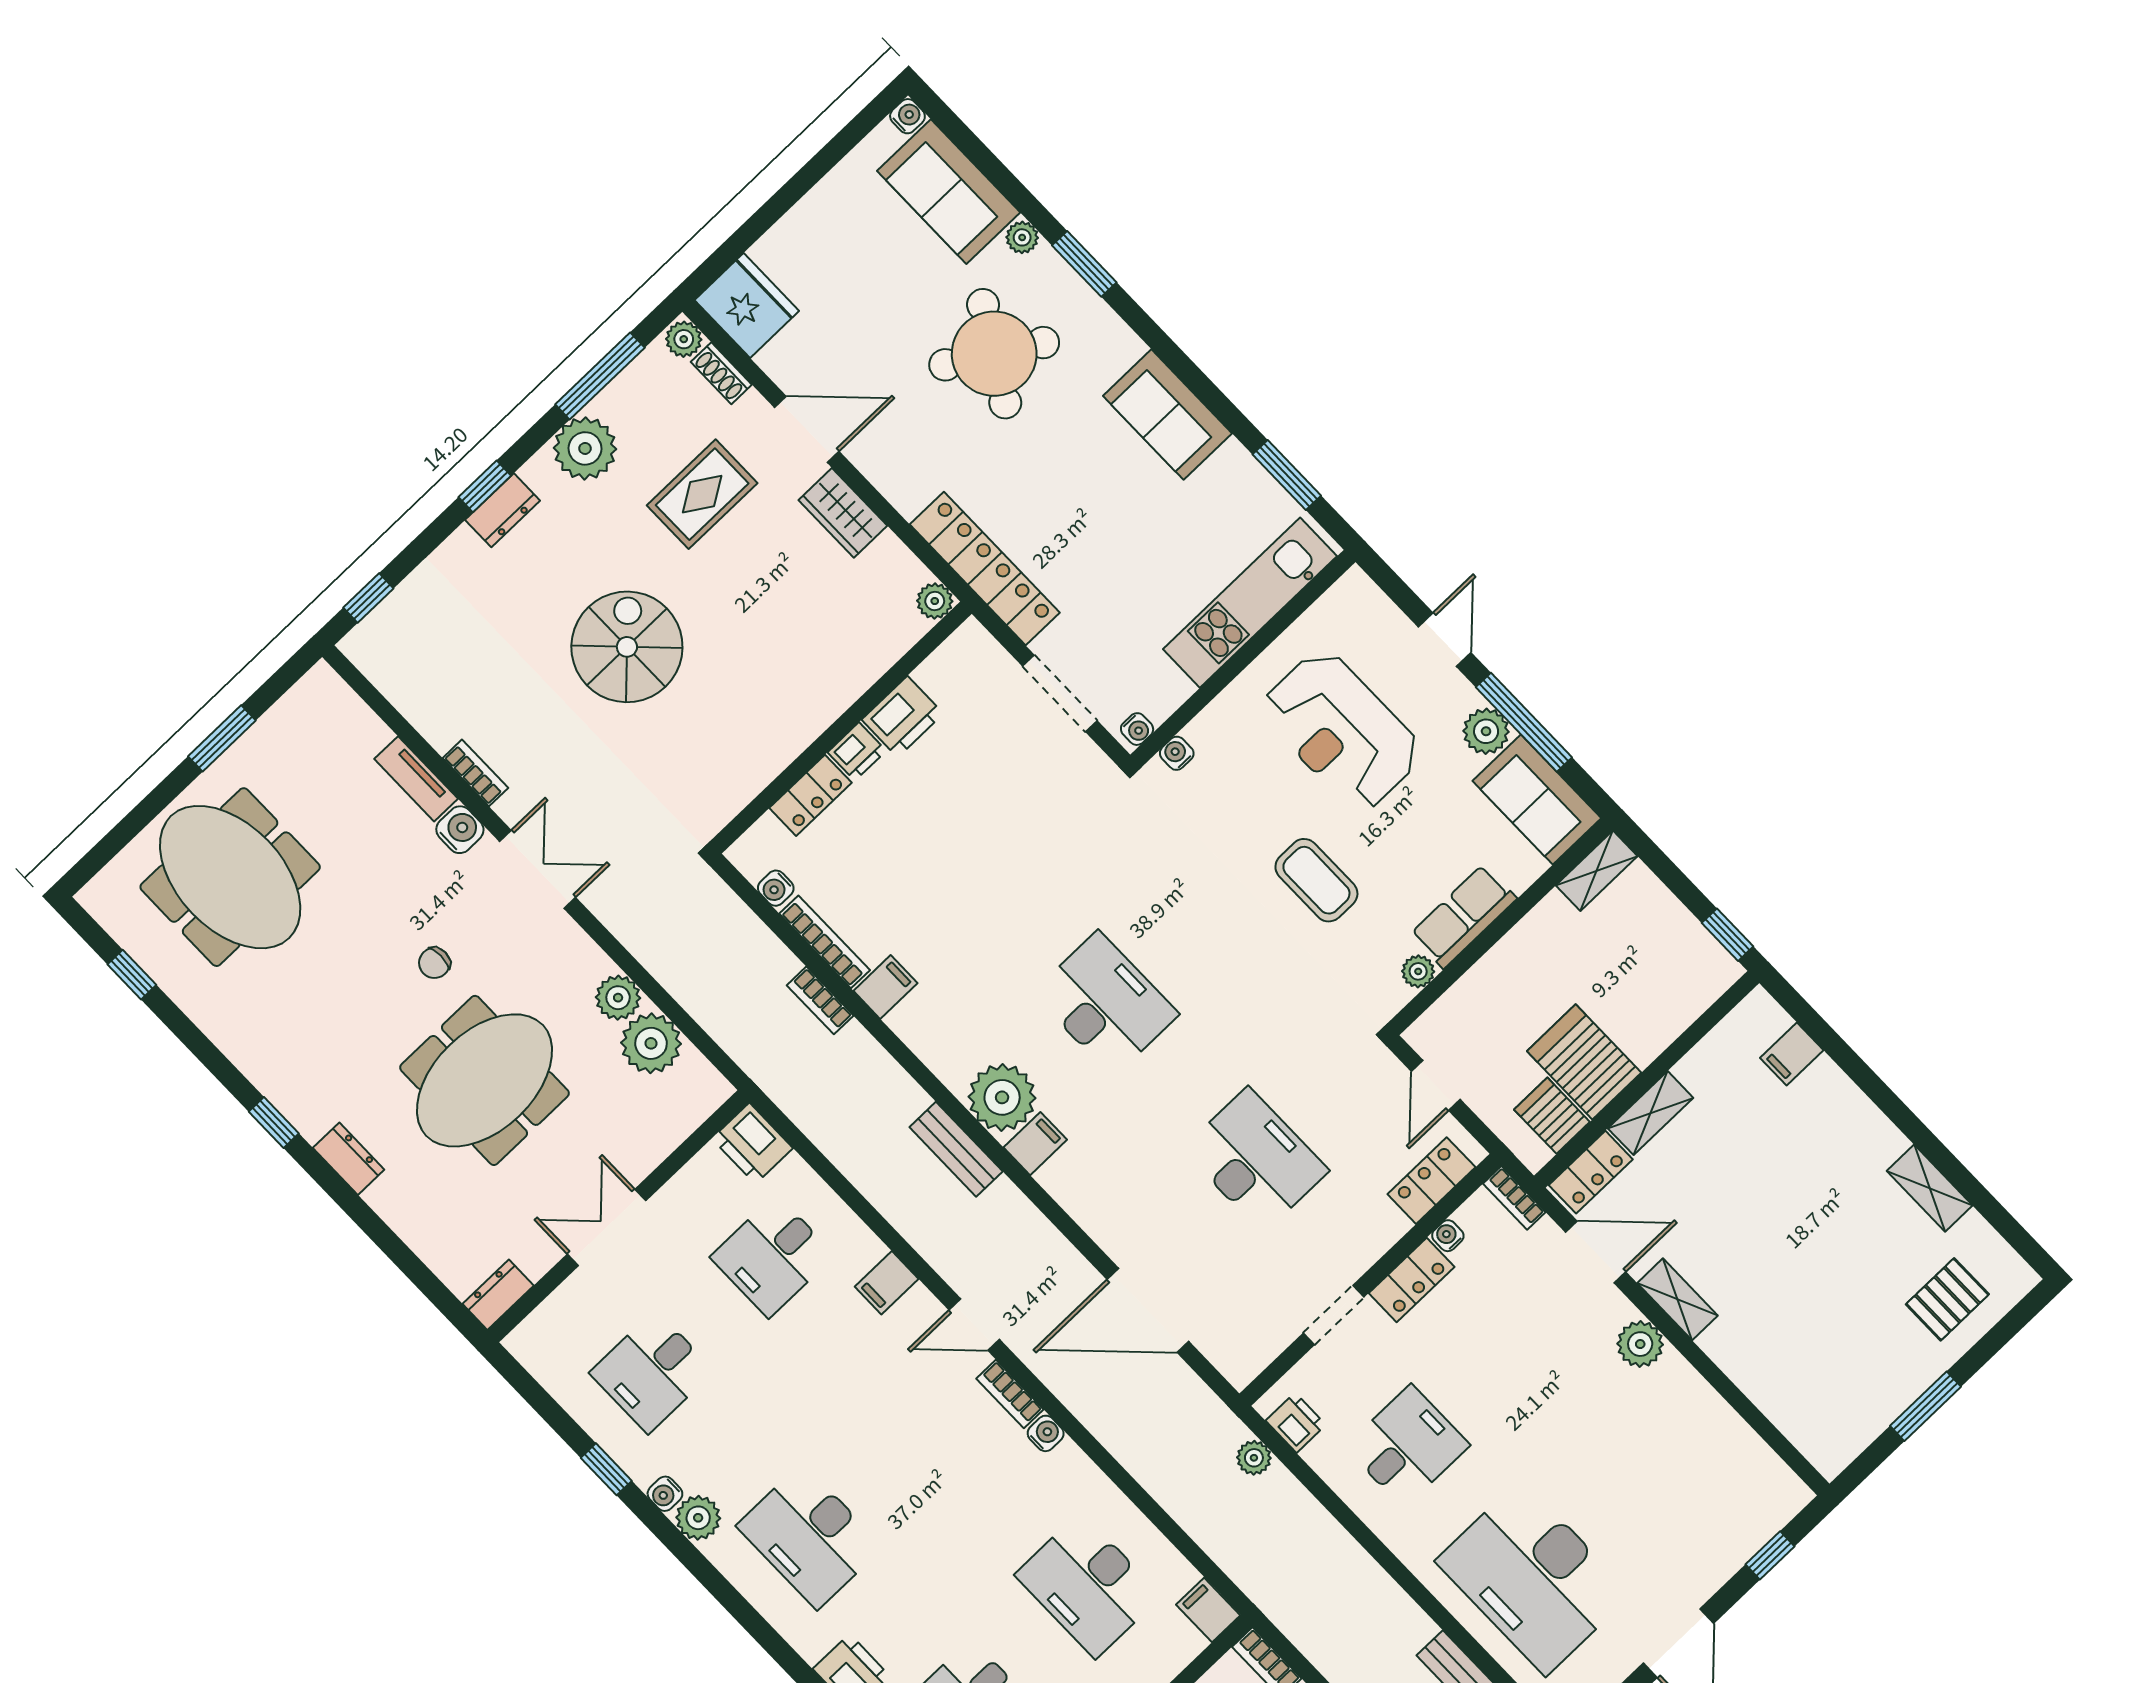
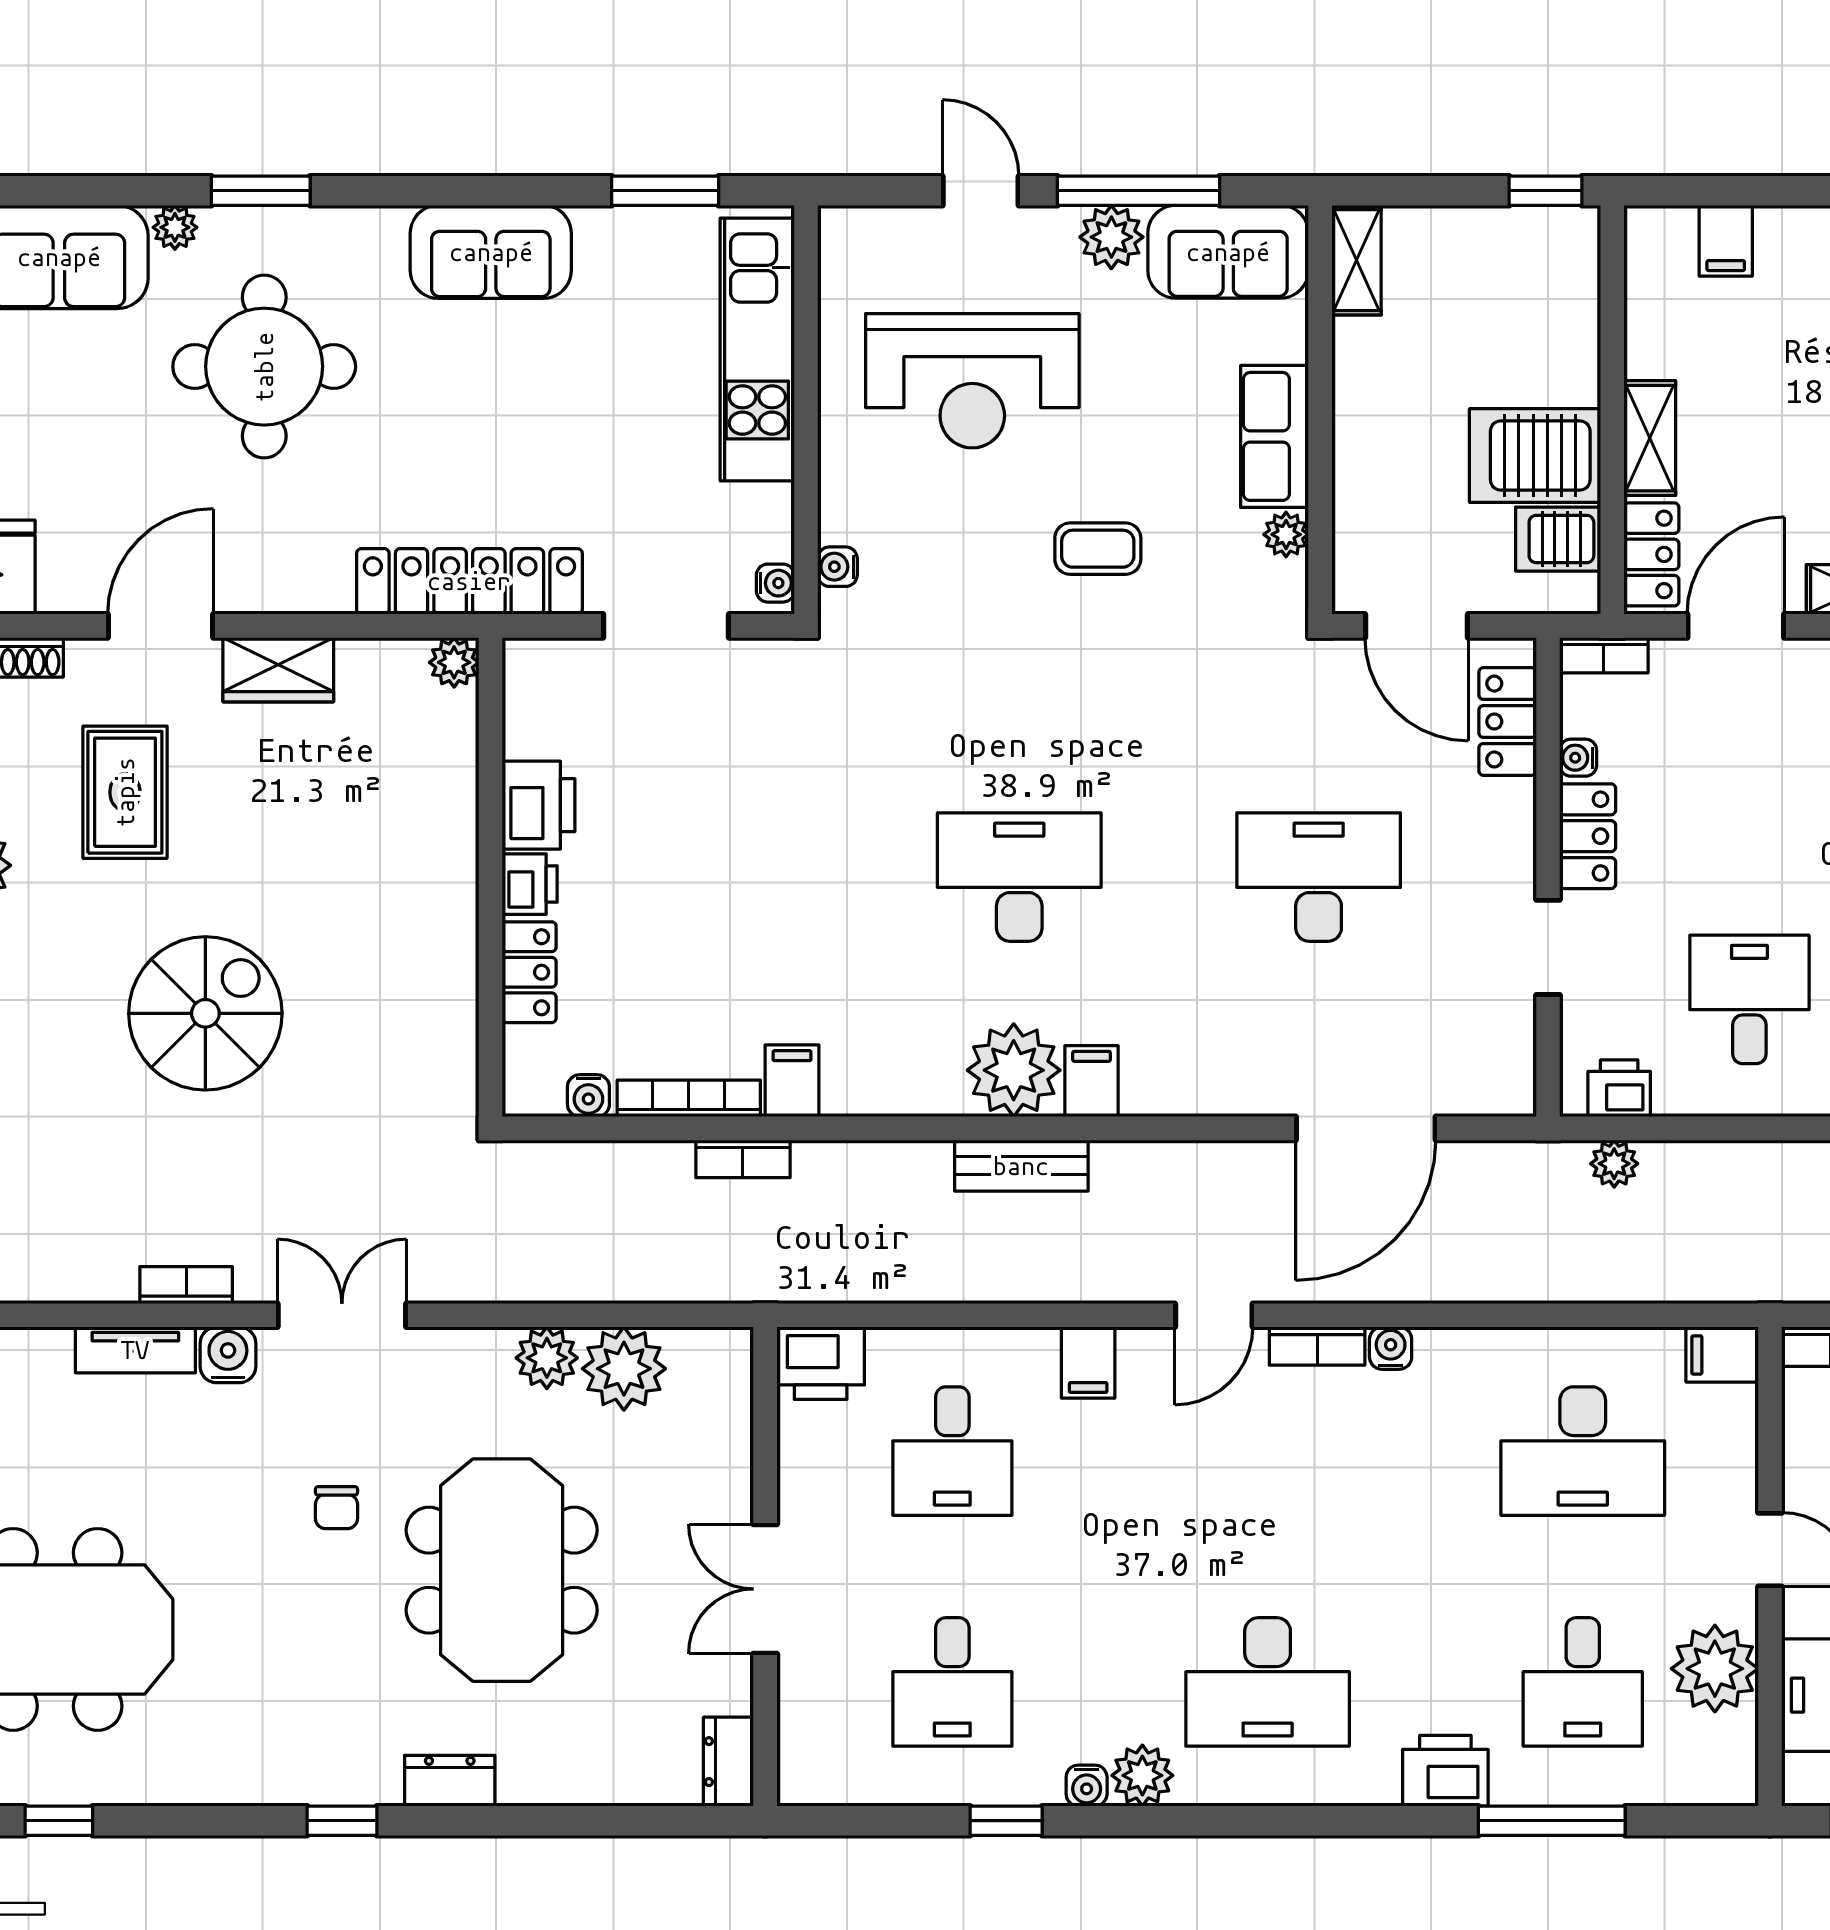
round table: (994, 354) -> (264, 367), turned -31
spiral stairs: (627, 647) -> (205, 1013), turned 90
coffee table: (1316, 880) -> (1098, 549), width x0.73, depth x0.77
door: (1436, 1085) -> (1417, 626), width x1.38

